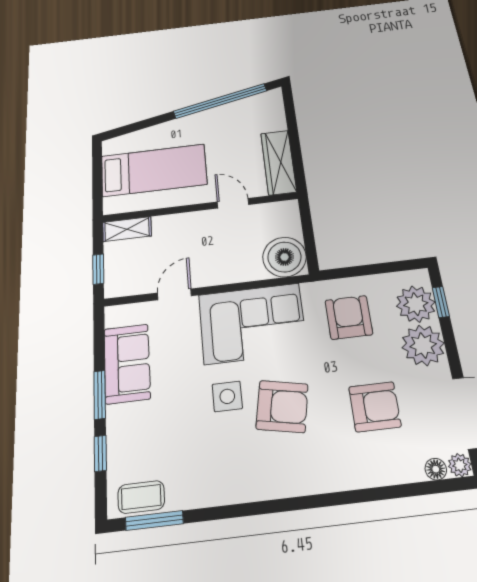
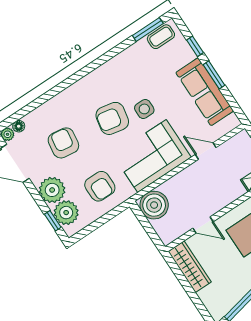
door: (174, 294) -> (206, 151), swing flipped
sofa: (127, 363) -> (205, 92), width x1.36
armchair: (375, 407) -> (63, 143), turned 98

